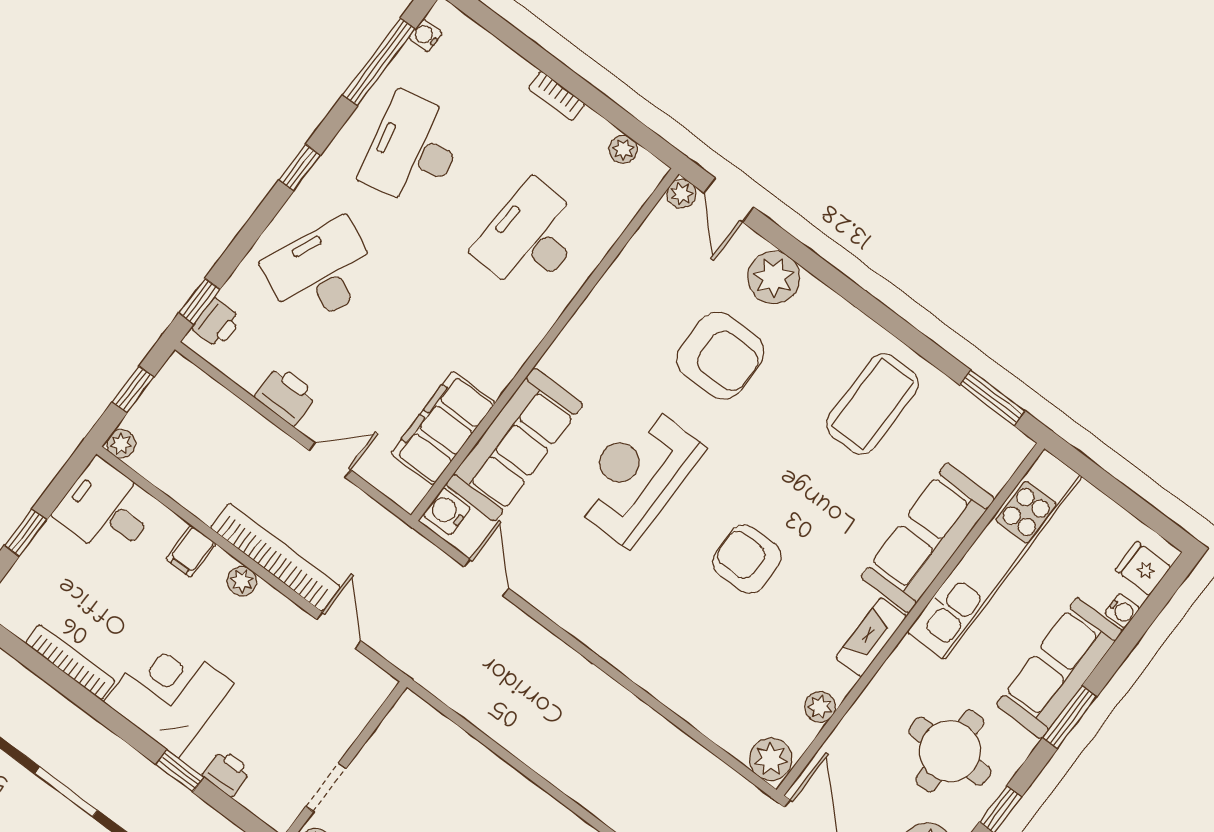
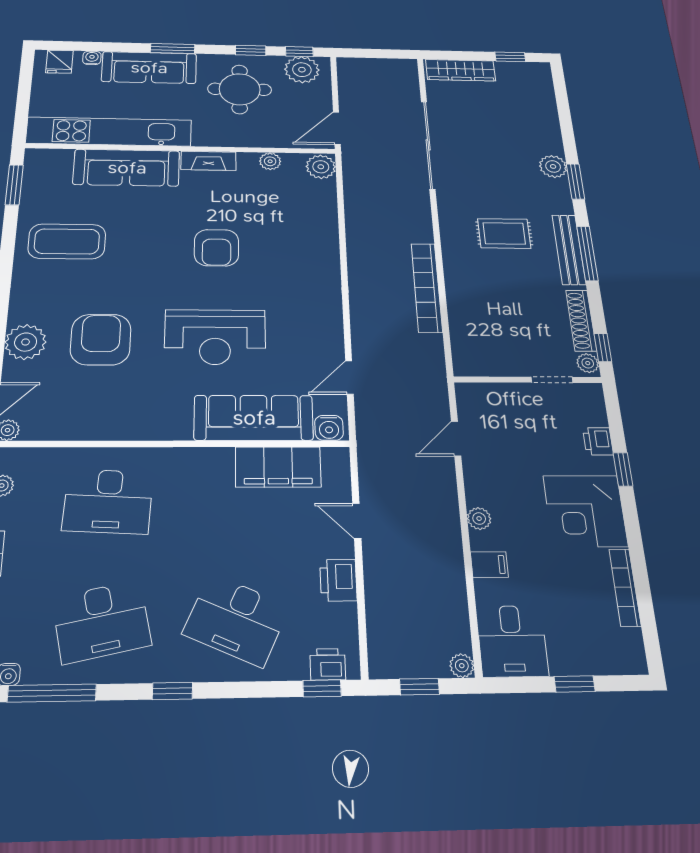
bookcase: (275, 557) -> (427, 288), moved

